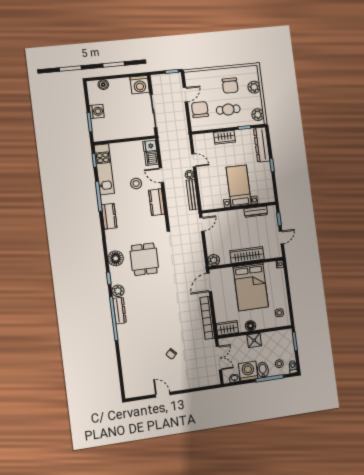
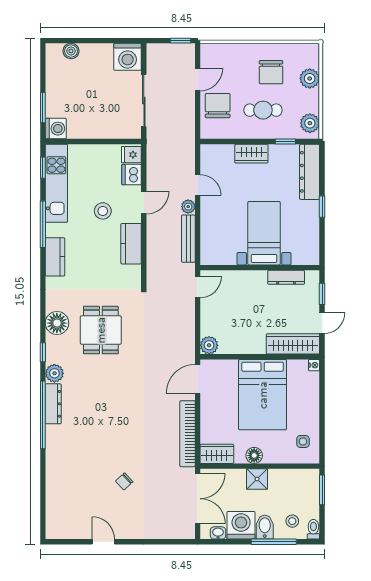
washing machine: (97, 111) -> (56, 129), moved
door: (161, 175) -> (144, 203), swing flipped
wardrobe: (247, 255) -> (293, 344), moved
double door: (219, 358) -> (198, 499), width x1.37

